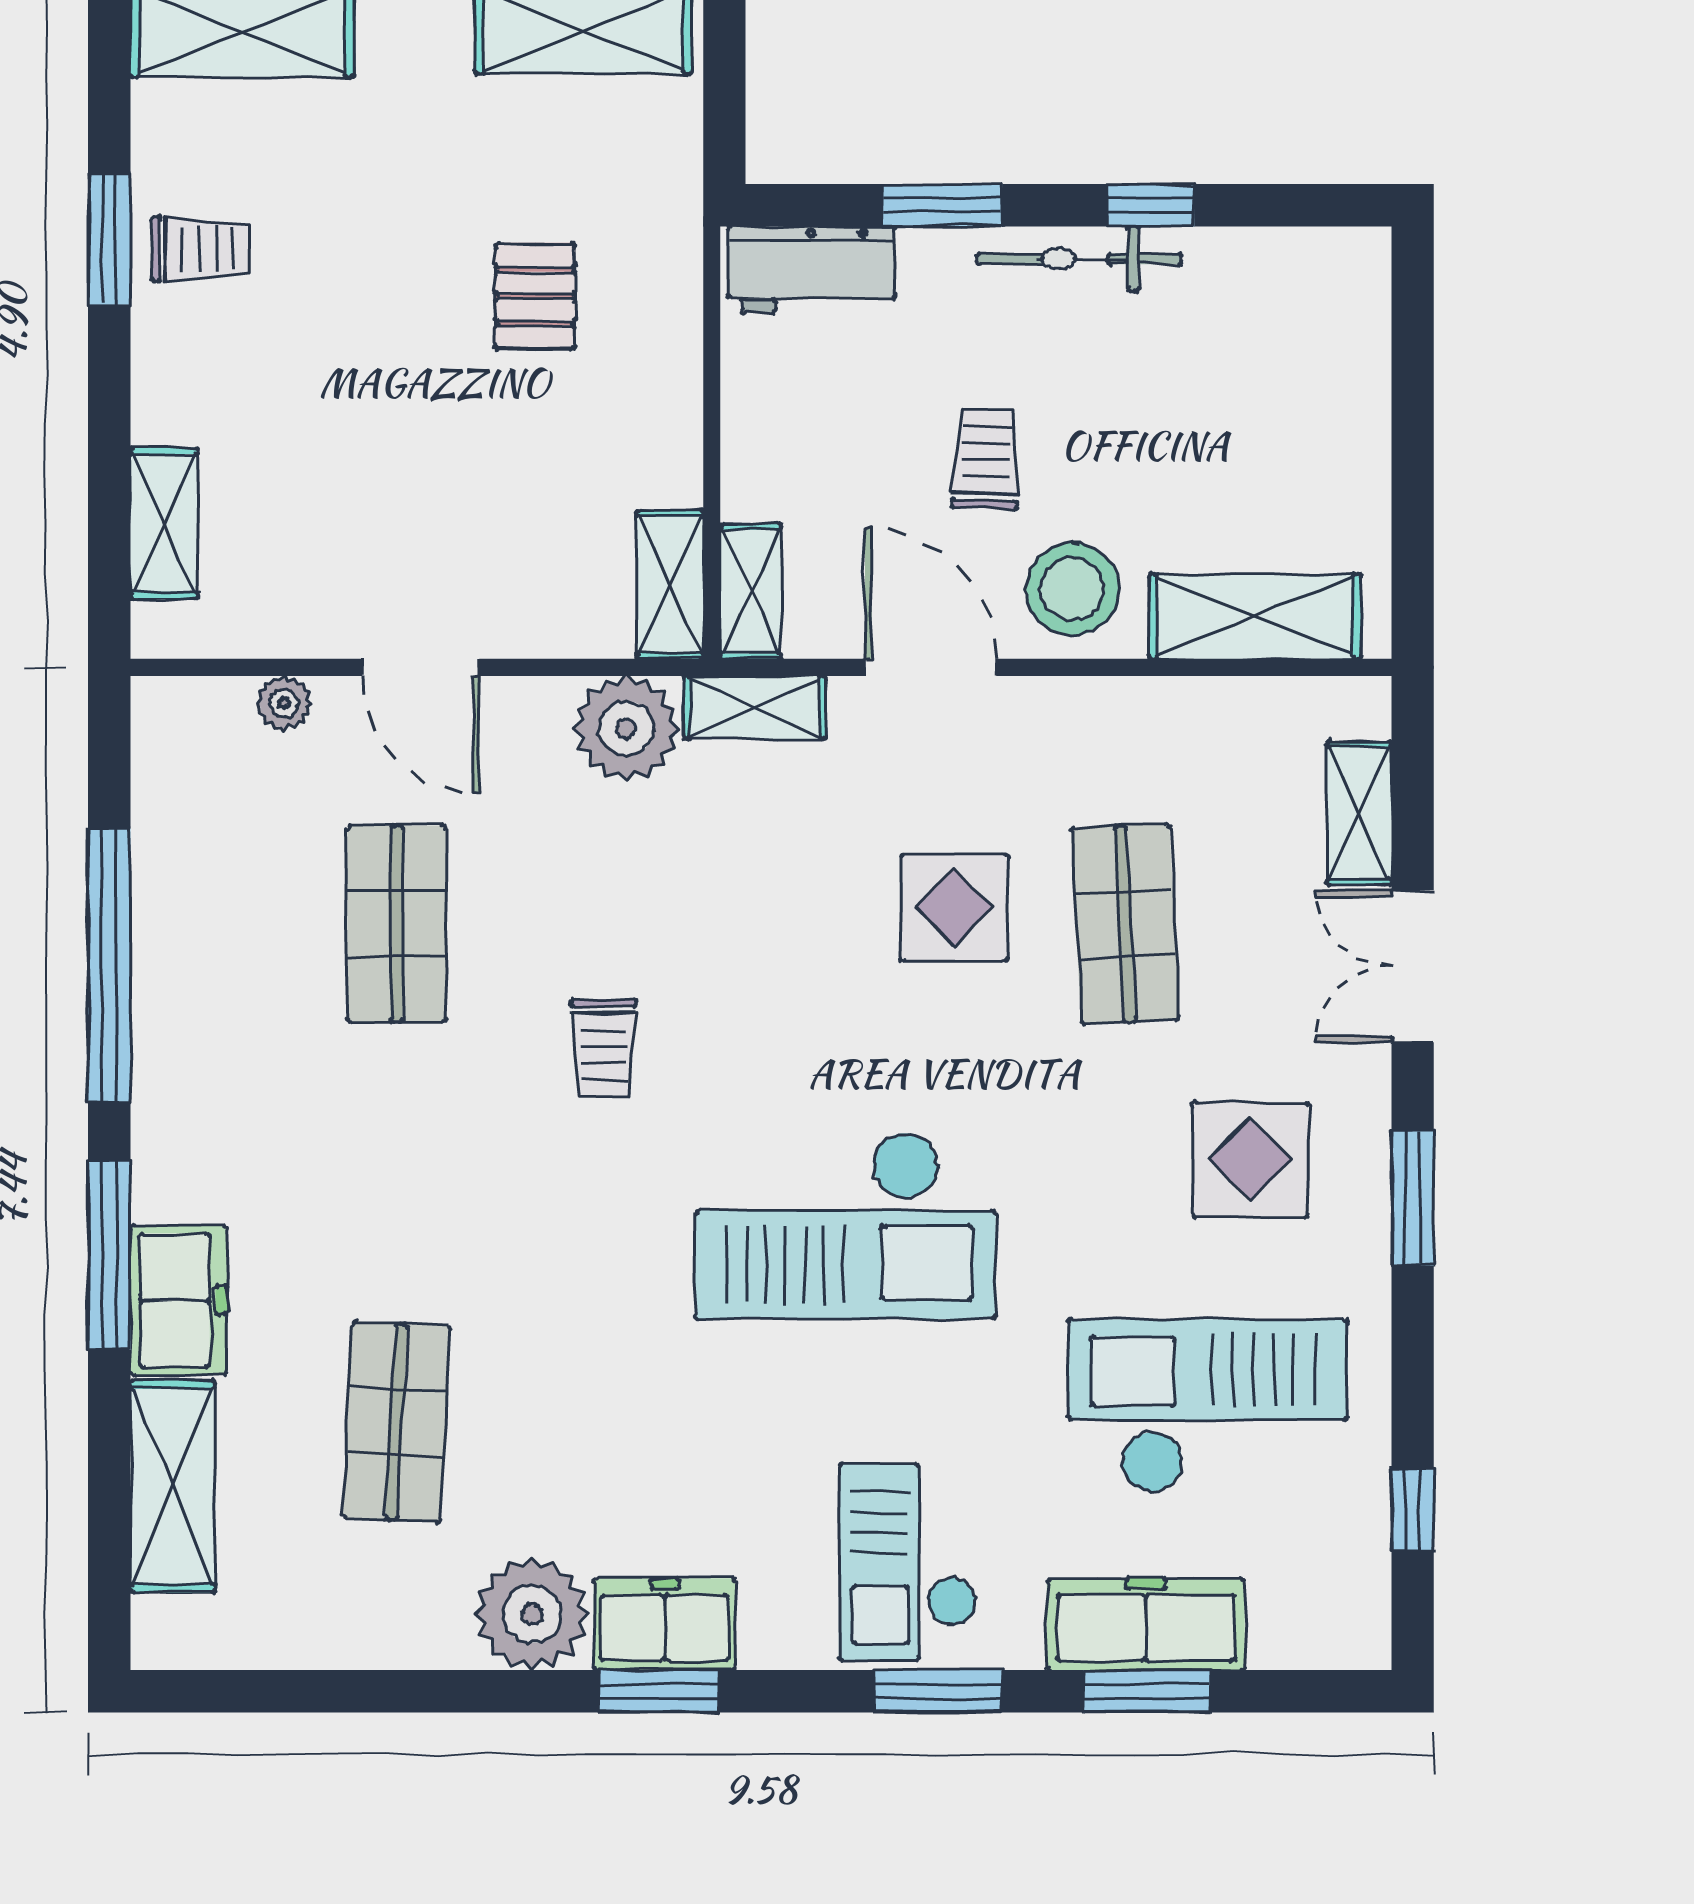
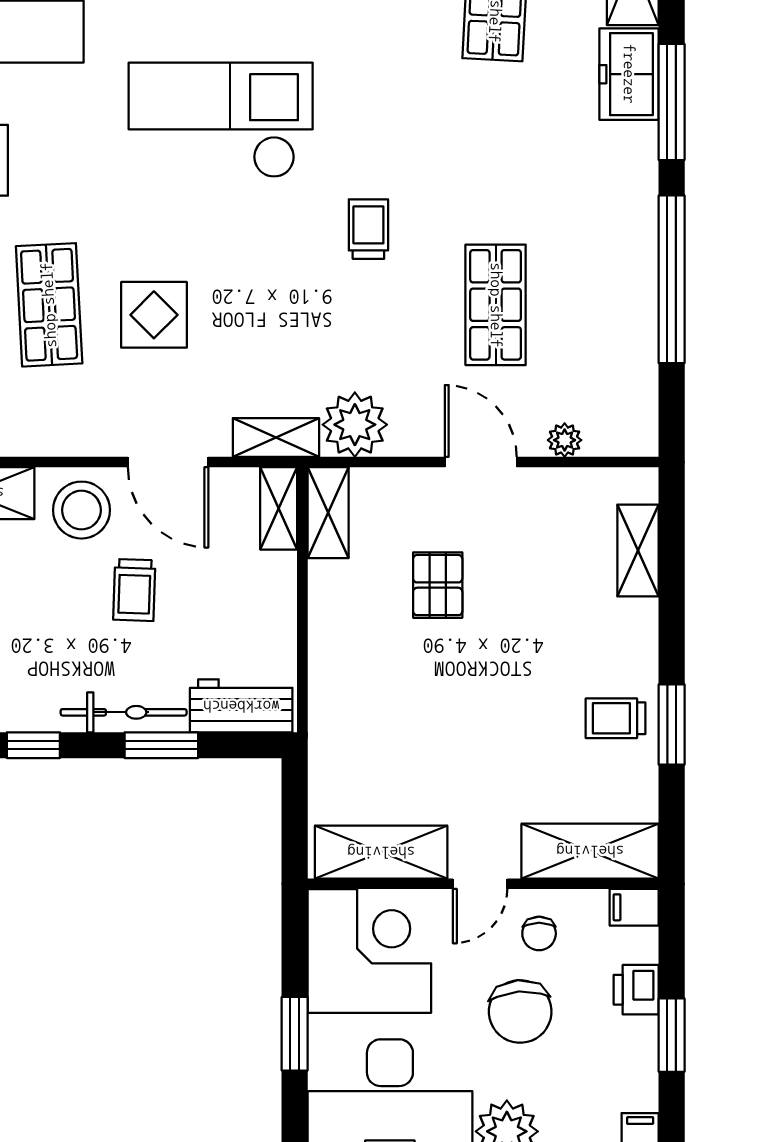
bicycle: (1079, 259) -> (124, 712), moved
pallet: (535, 296) -> (438, 585), moved

